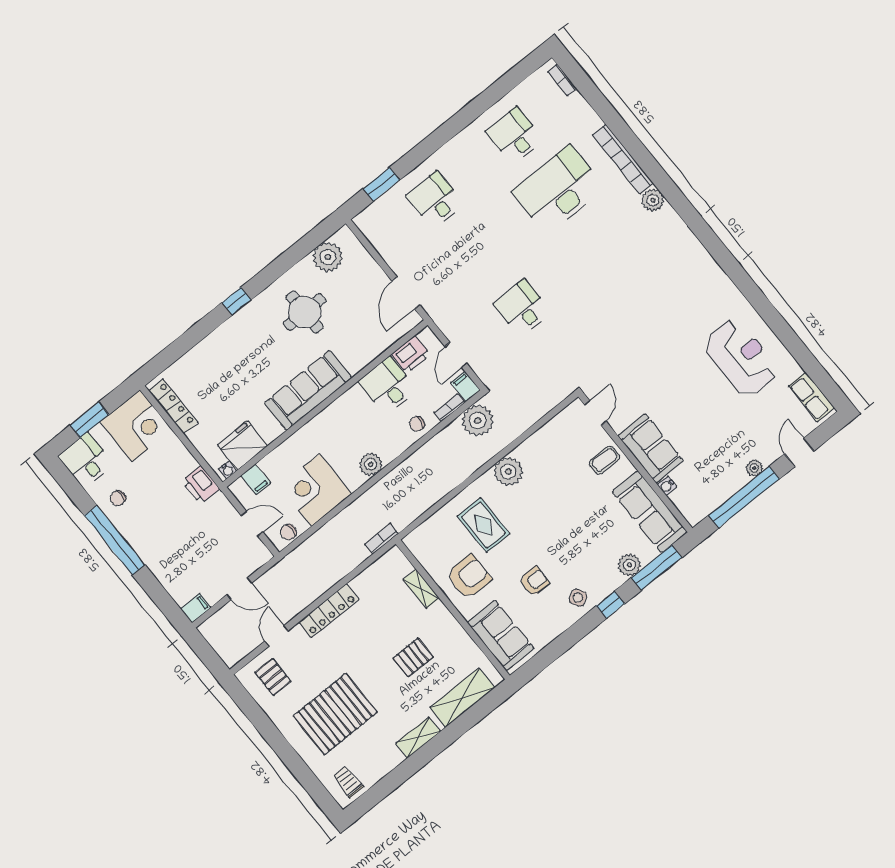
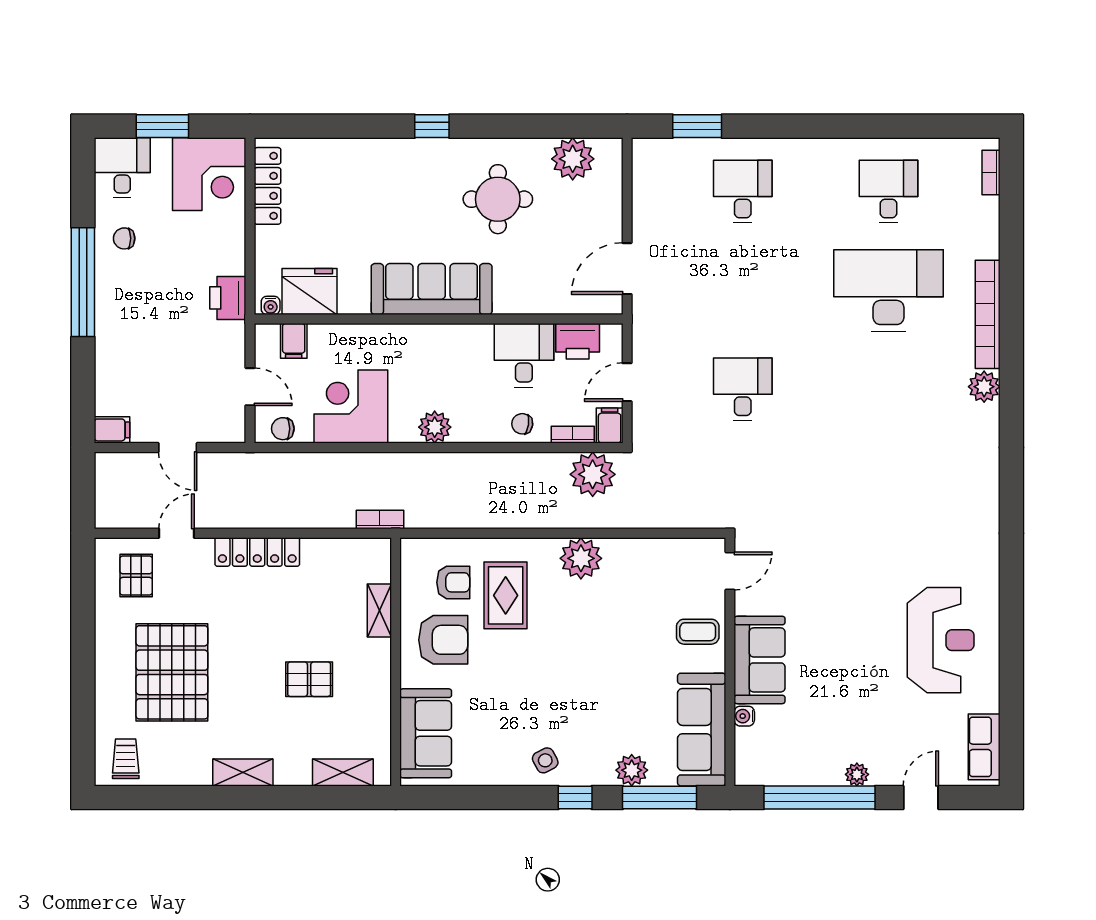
armchair: (534, 581) -> (453, 582), moved
shelving: (462, 698) -> (343, 772), width x0.67, depth x0.75
pallet: (335, 714) -> (172, 672), turned 90

